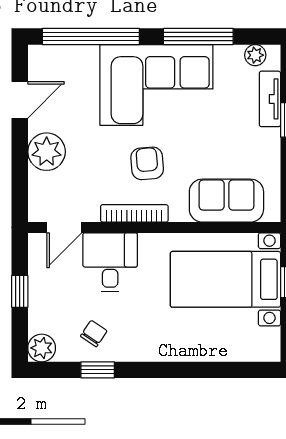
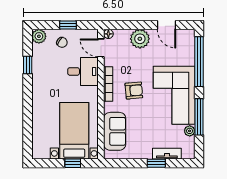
plant: (255, 55) -> (190, 131), moved
floor lamp: (37, 213) -> (108, 34), added
chair: (94, 334) -> (62, 42), moved

